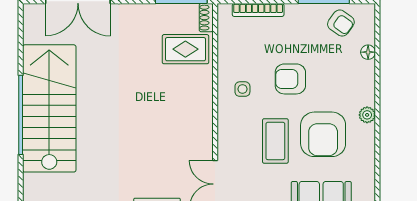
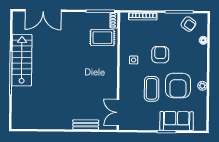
armchair: (290, 79) -> (160, 55), turned 90
stairs: (49, 108) -> (22, 60), width x0.73, depth x0.66
plant: (367, 115) -> (202, 86), moved

